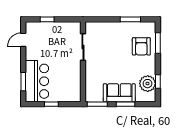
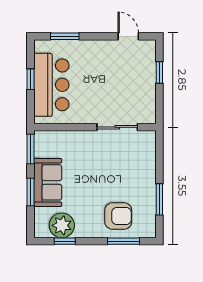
armchair: (141, 46) -> (118, 216), turned 180
bar counter: (37, 81) -> (51, 85), moved, turned -90

